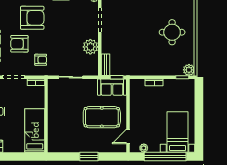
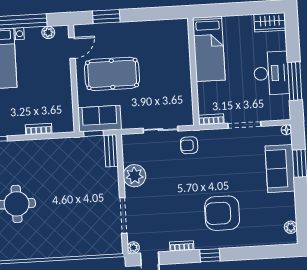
armchair: (19, 44) -> (239, 174), removed
armchair: (41, 60) -> (189, 145), moved
window: (89, 157) -> (106, 17), moved

